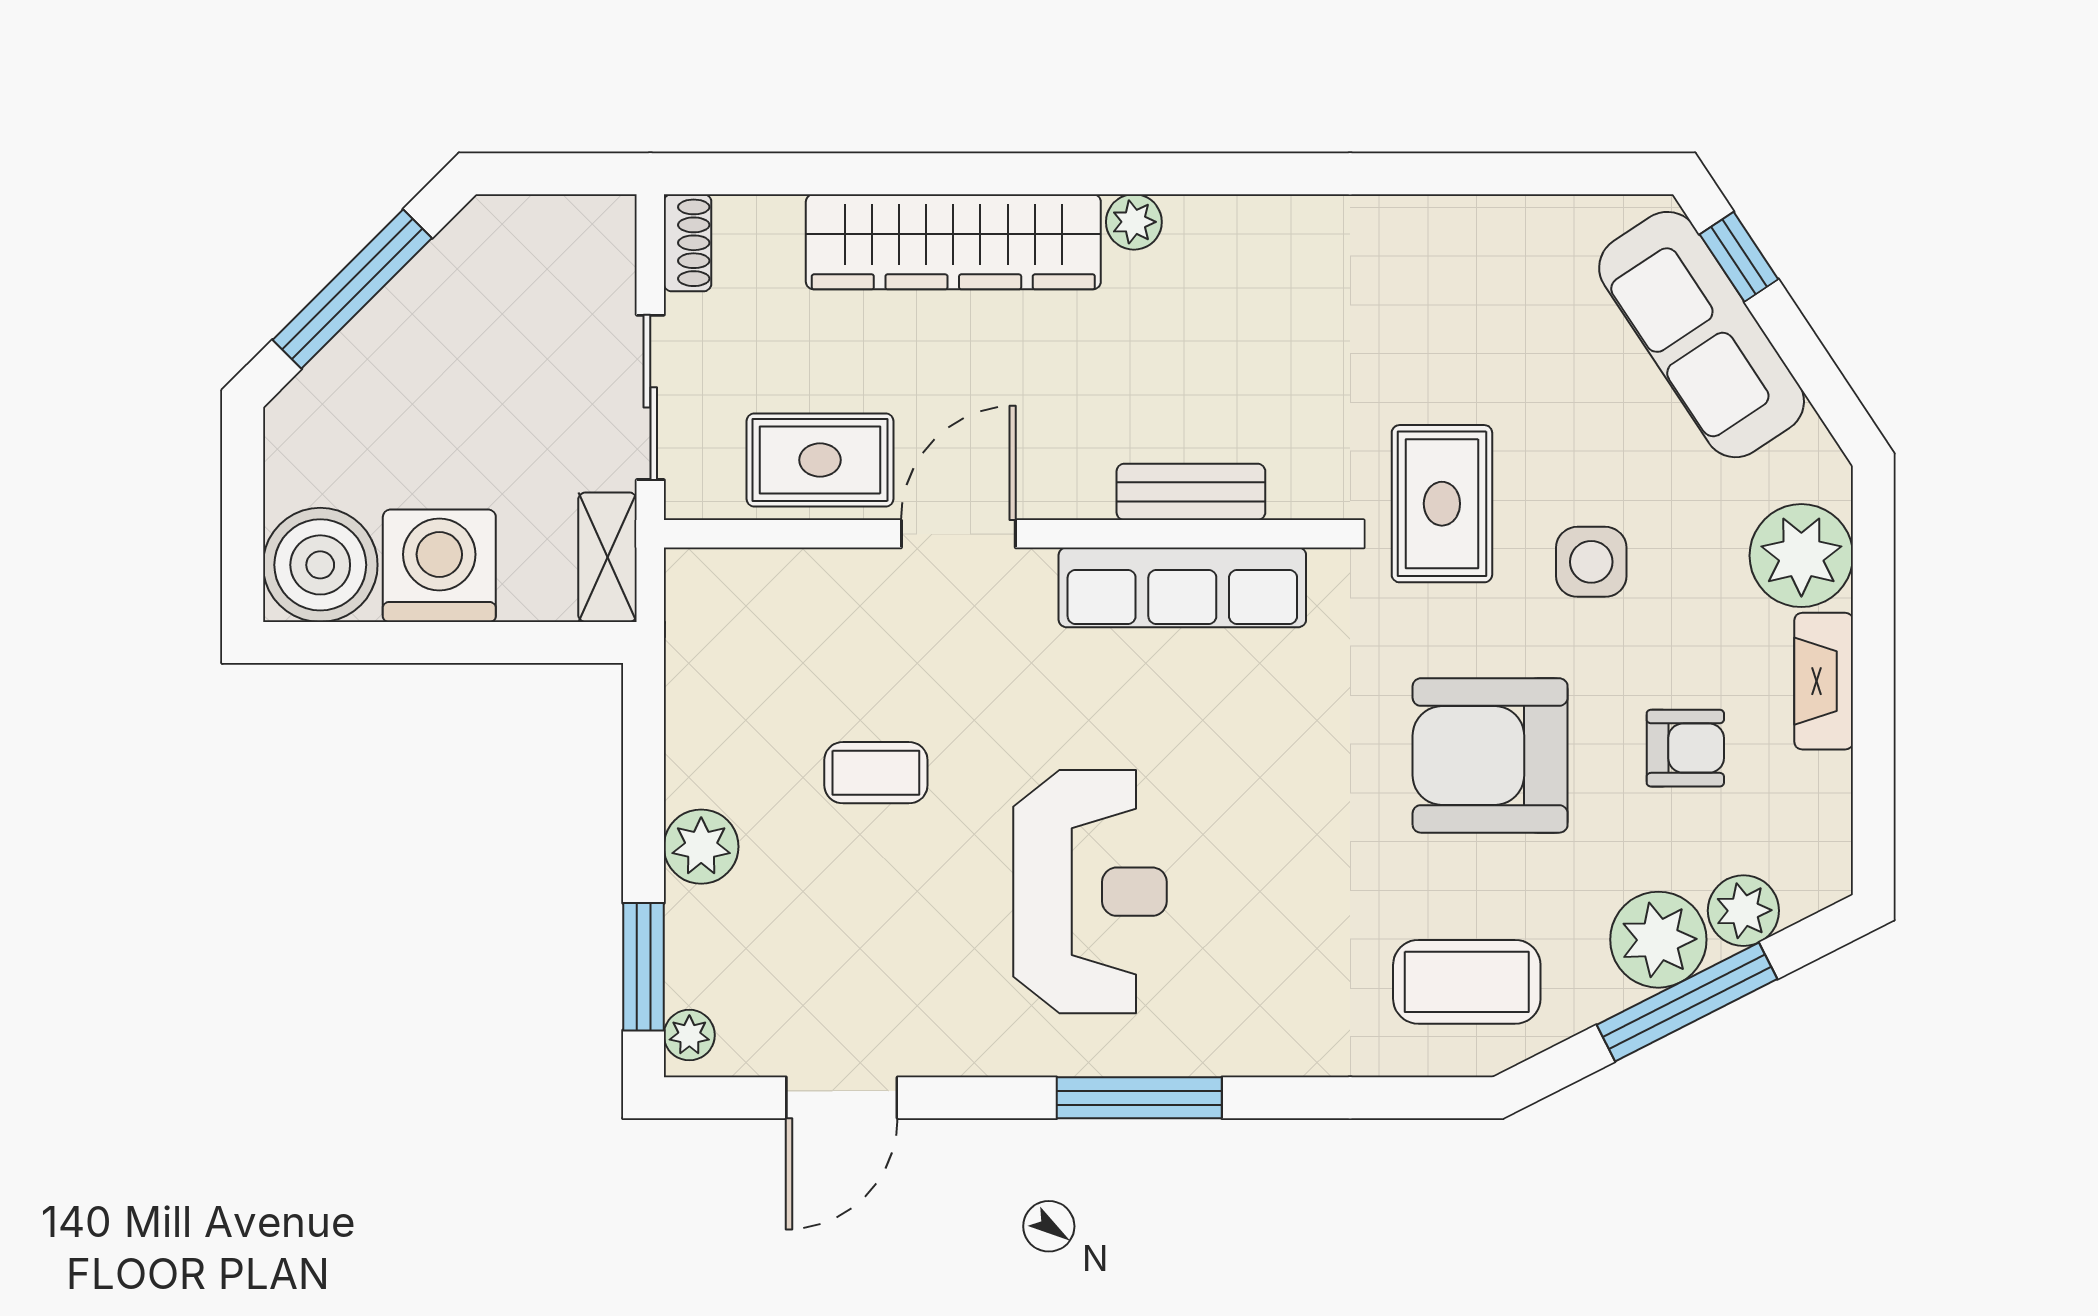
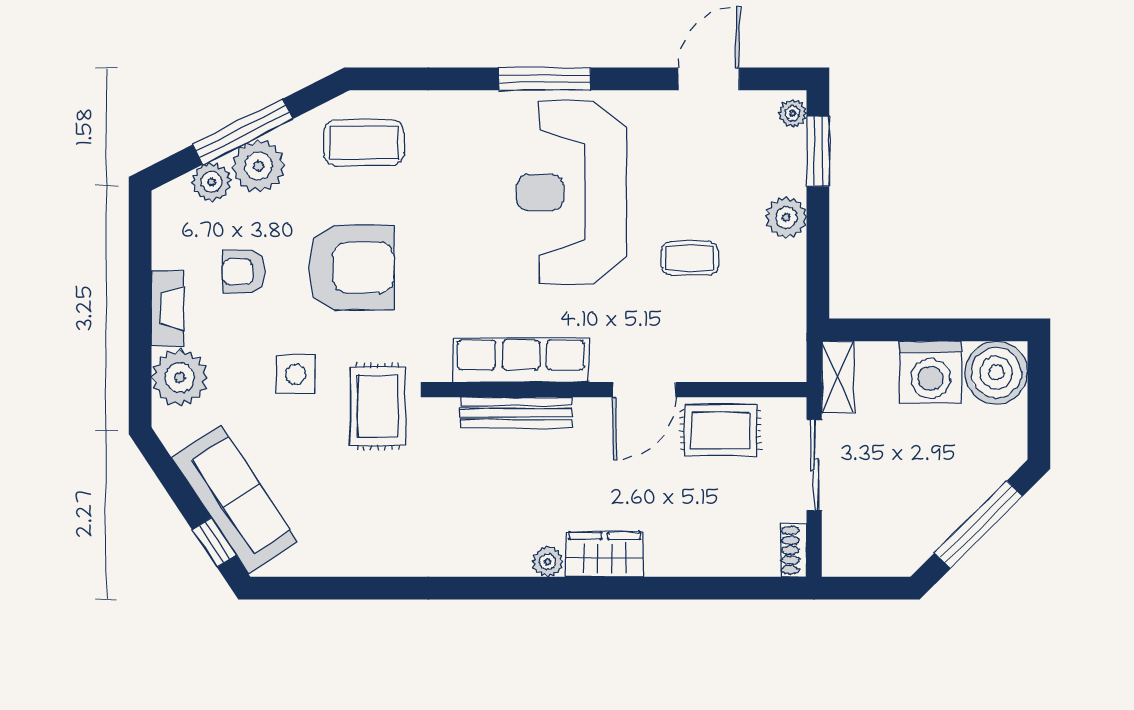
wardrobe: (953, 242) -> (605, 555), width x0.48, depth x0.85
bench: (1191, 492) -> (516, 413), width x1.36
reception desk: (1090, 892) -> (572, 192), width x1.36, depth x1.30

